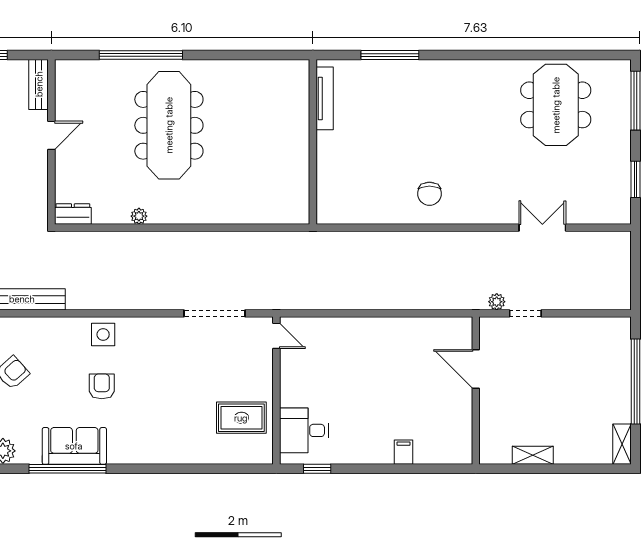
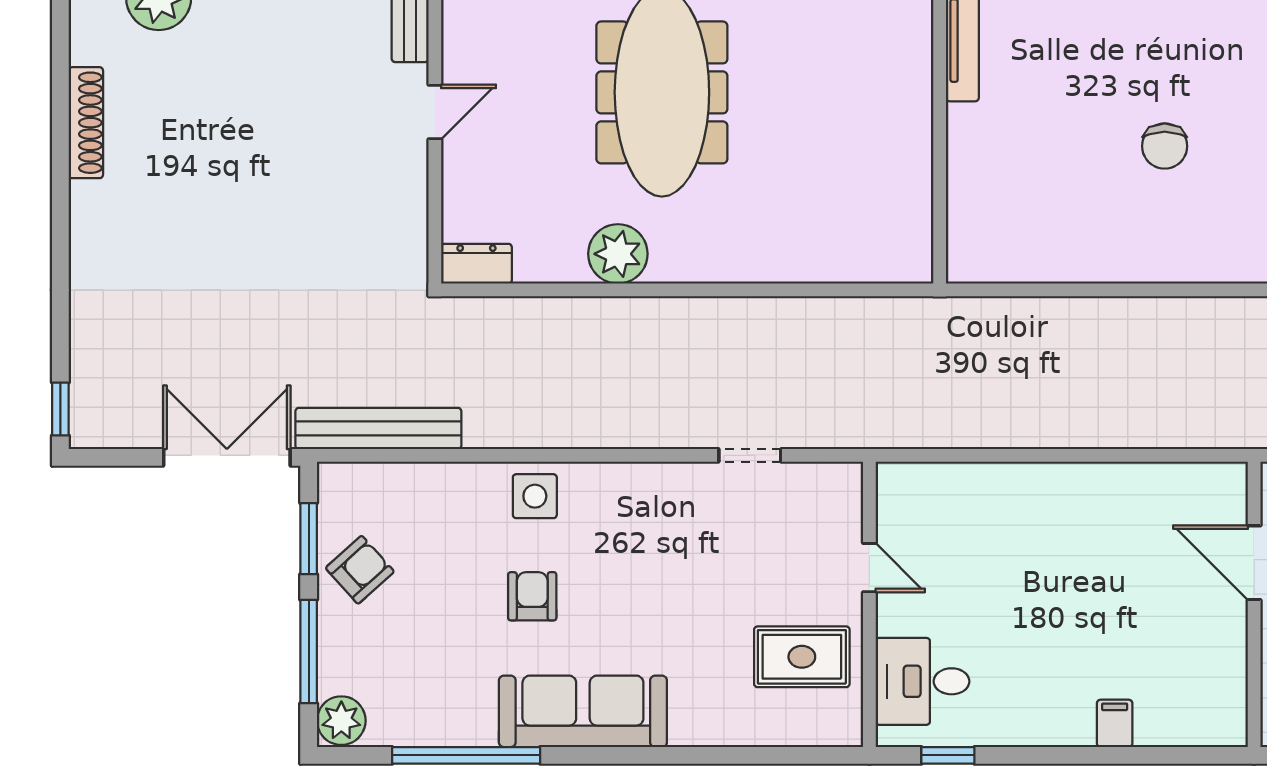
chair: (429, 194) -> (1165, 146), moved
plant: (139, 216) -> (618, 254), width x1.88, depth x1.88
doorway: (215, 313) -> (750, 455), width x0.53
door: (276, 336) -> (869, 568), moved
sofa: (74, 446) -> (583, 711), moved, width x1.36

